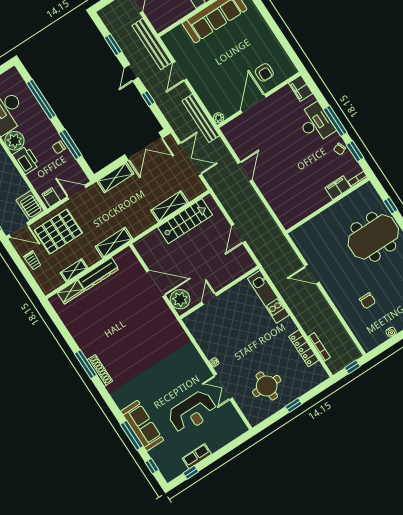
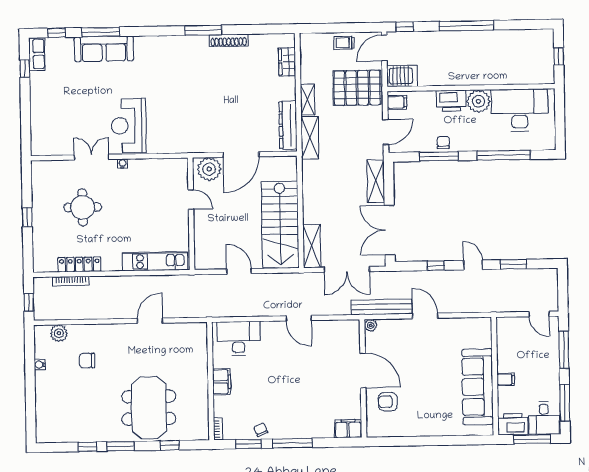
bench: (152, 44) -> (489, 305), removed
door: (180, 71) -> (425, 316), moved
desk: (316, 123) -> (239, 338), moved, turned 180
filing cabinet: (338, 188) -> (222, 382), moved
shelving: (170, 206) -> (312, 246), moved
stairs: (185, 221) -> (280, 225), width x1.36, depth x1.51
pallet: (58, 232) -> (357, 88), turned 90
shelving: (74, 270) -> (308, 100), moved
dresser: (98, 274) -> (288, 125), moved
plant: (361, 332) -> (59, 333), added
shoe rack: (100, 370) -> (229, 40), moved
round table: (267, 386) -> (83, 207), moved
reception desk: (192, 412) -> (129, 126), moved
row of seats: (197, 456) -> (37, 54), moved

